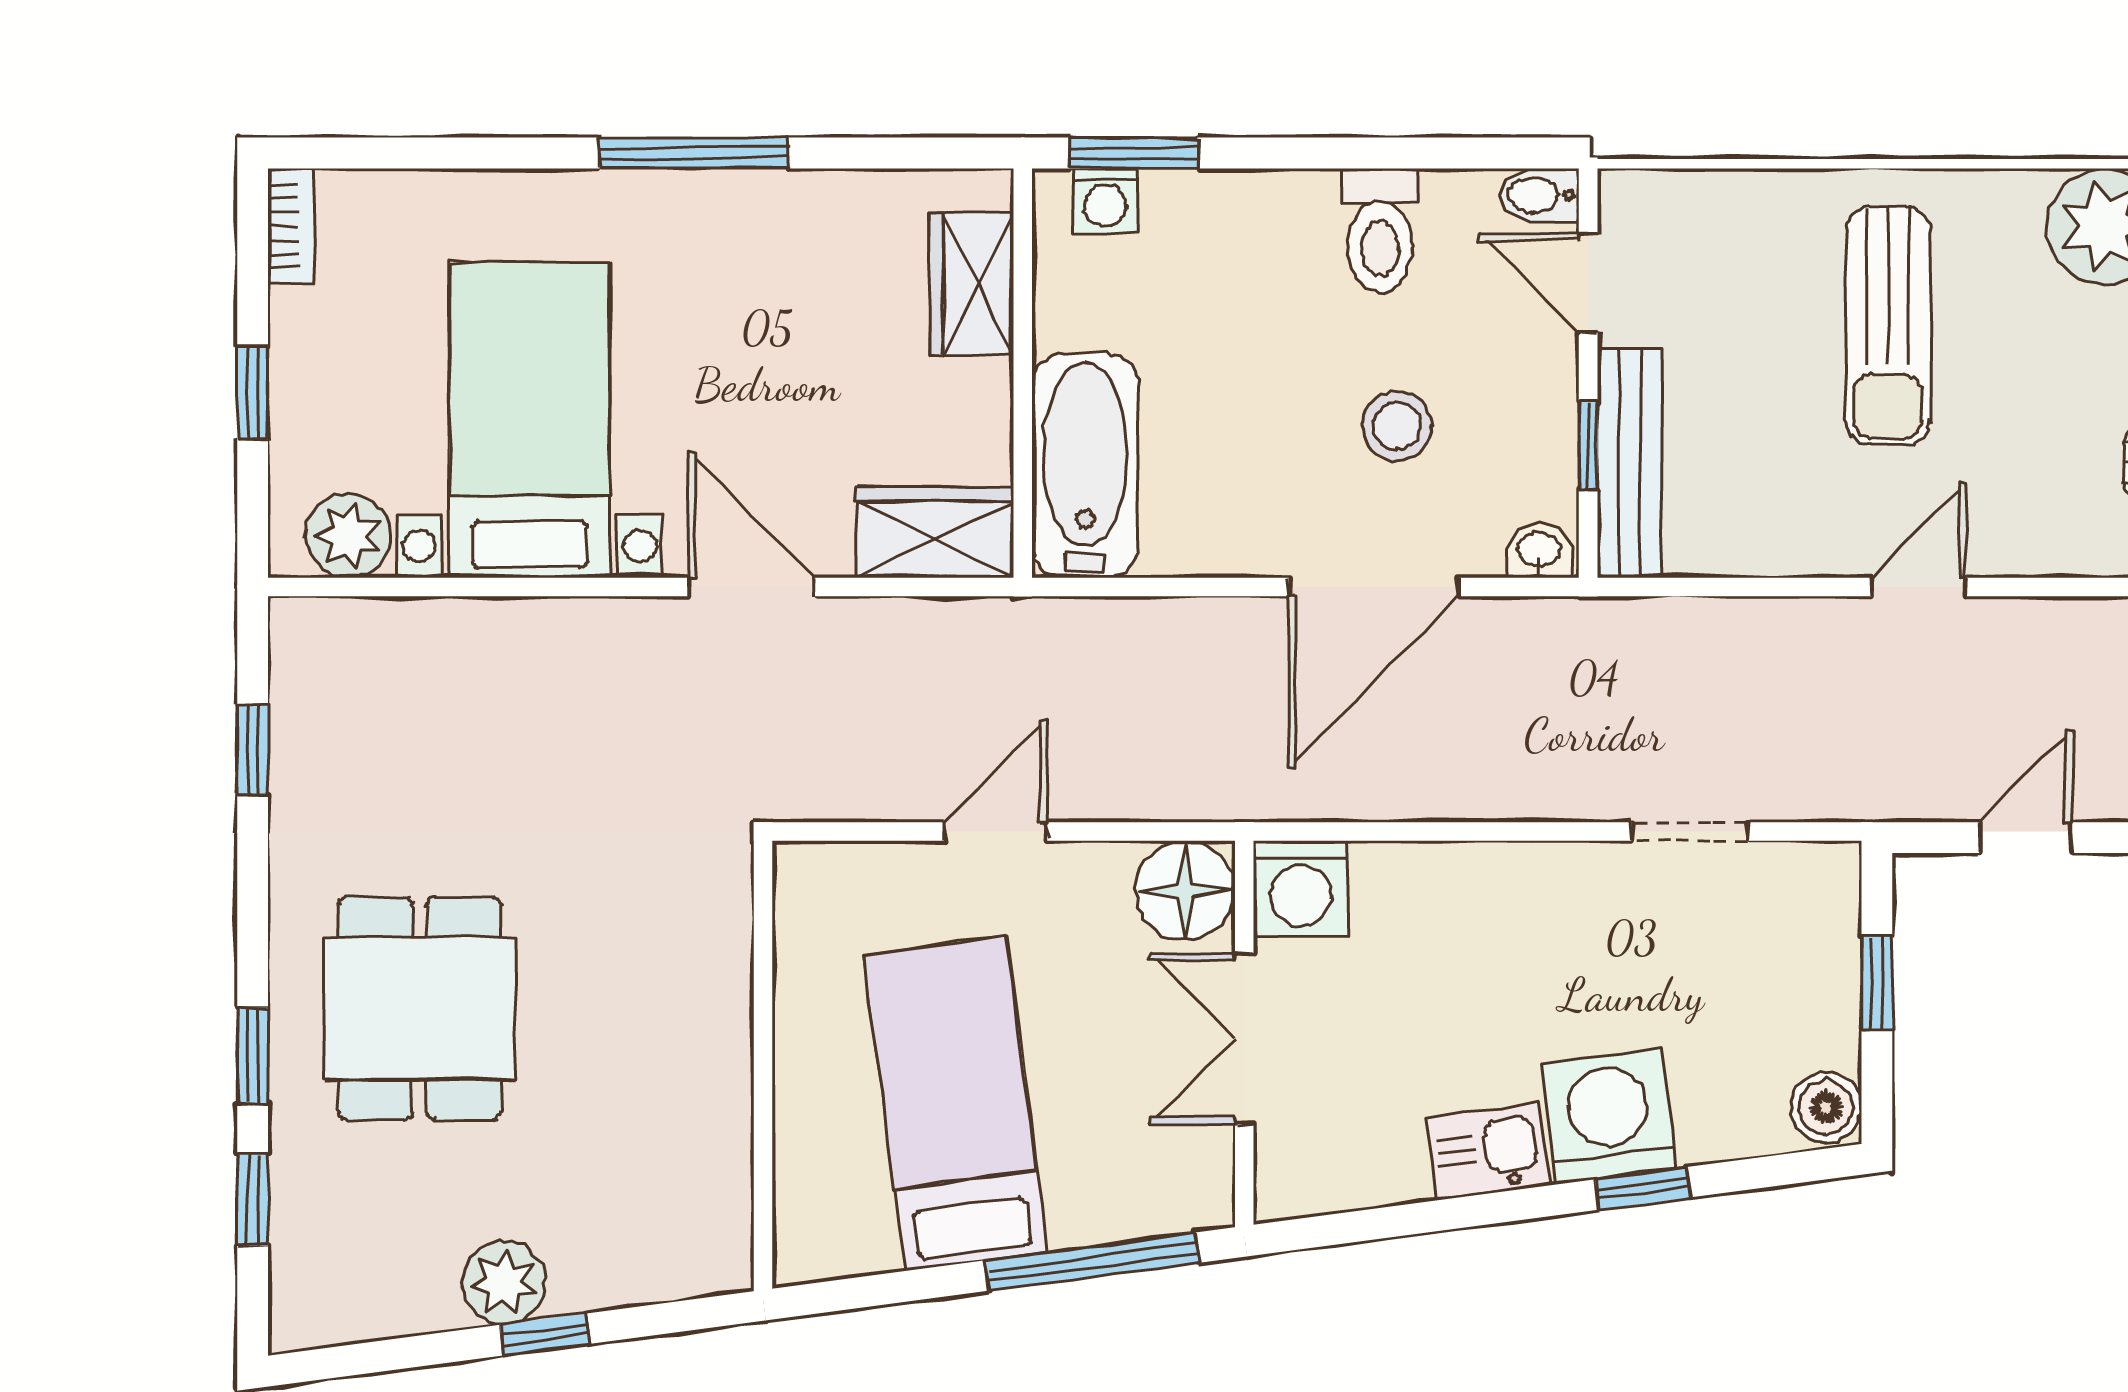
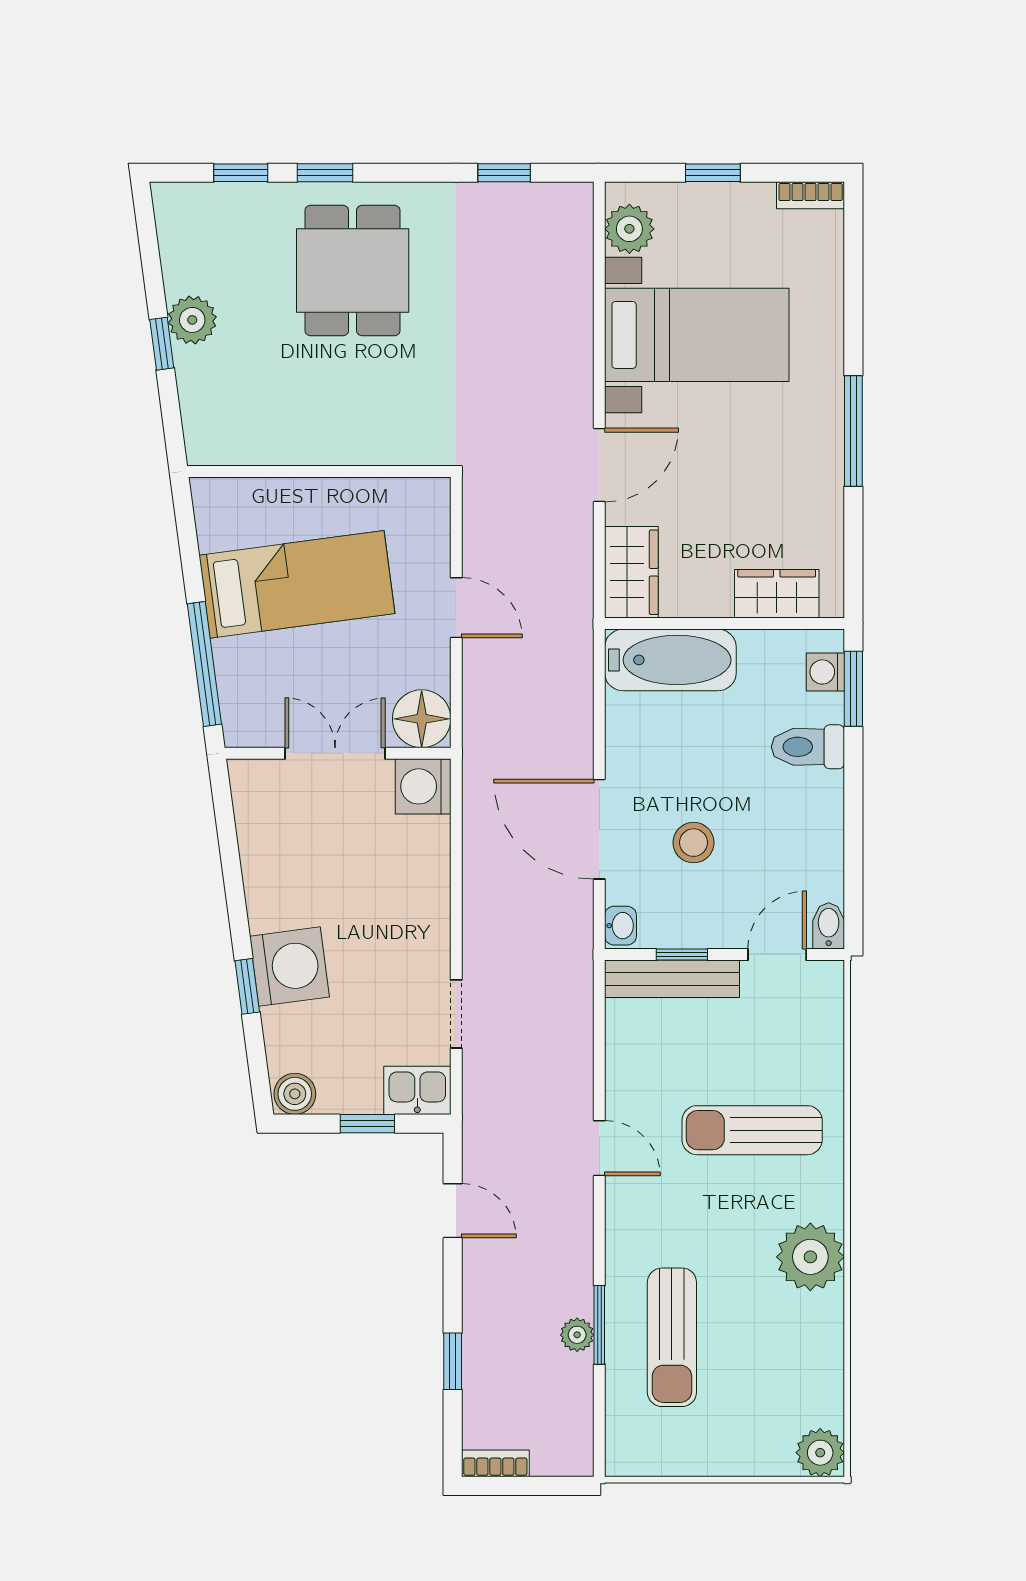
toilet: (1380, 231) -> (808, 747), moved
dining table: (420, 1009) -> (353, 270), turned 90
kitchen sink: (1488, 1152) -> (417, 1090), moved, turned -82

